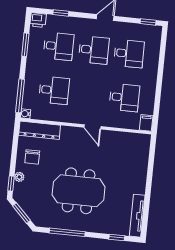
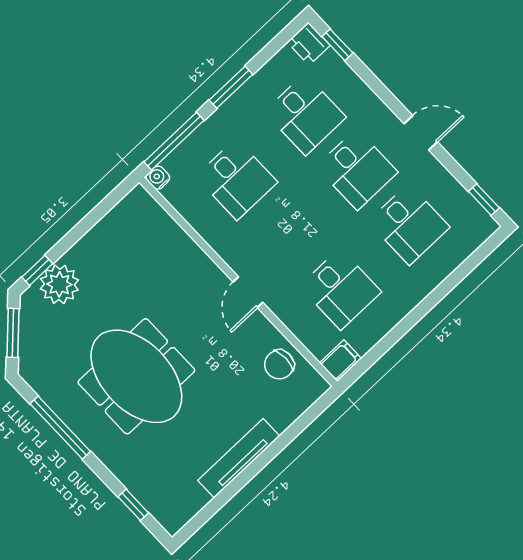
window: (61, 13) -> (337, 45), moved
window: (25, 45) -> (231, 87), moved
dresser: (40, 130) -> (158, 224), removed
chair: (32, 157) -> (279, 365), moved
plant: (19, 177) -> (59, 284), width x1.88, depth x1.88
tv unit: (137, 216) -> (239, 458), moved

